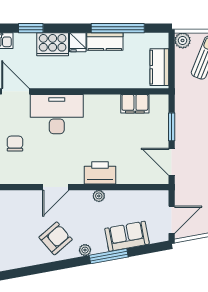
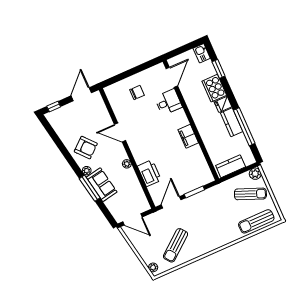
filing cabinet: (135, 104) -> (188, 136), moved
desk: (57, 114) -> (168, 102), width x0.53, depth x0.77
printer: (100, 173) -> (149, 173), moved
sofa: (127, 236) -> (102, 185), moved

